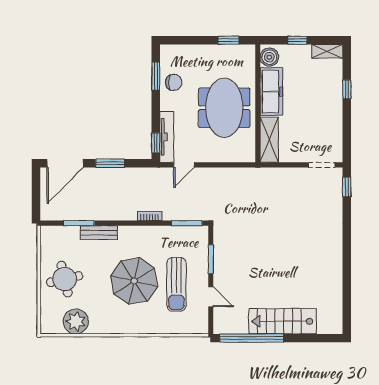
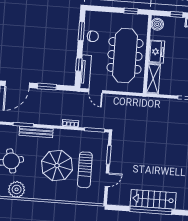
freezer: (271, 92) -> (157, 52), width x0.71
meeting table: (224, 108) -> (125, 55), width x1.36
window: (156, 143) -> (79, 65), moved
door: (184, 165) -> (96, 91), hinge flipped
bench: (99, 233) -> (36, 132), width x1.36
door: (211, 297) -> (107, 180), hinge flipped
window: (252, 338) -> (151, 210), moved

